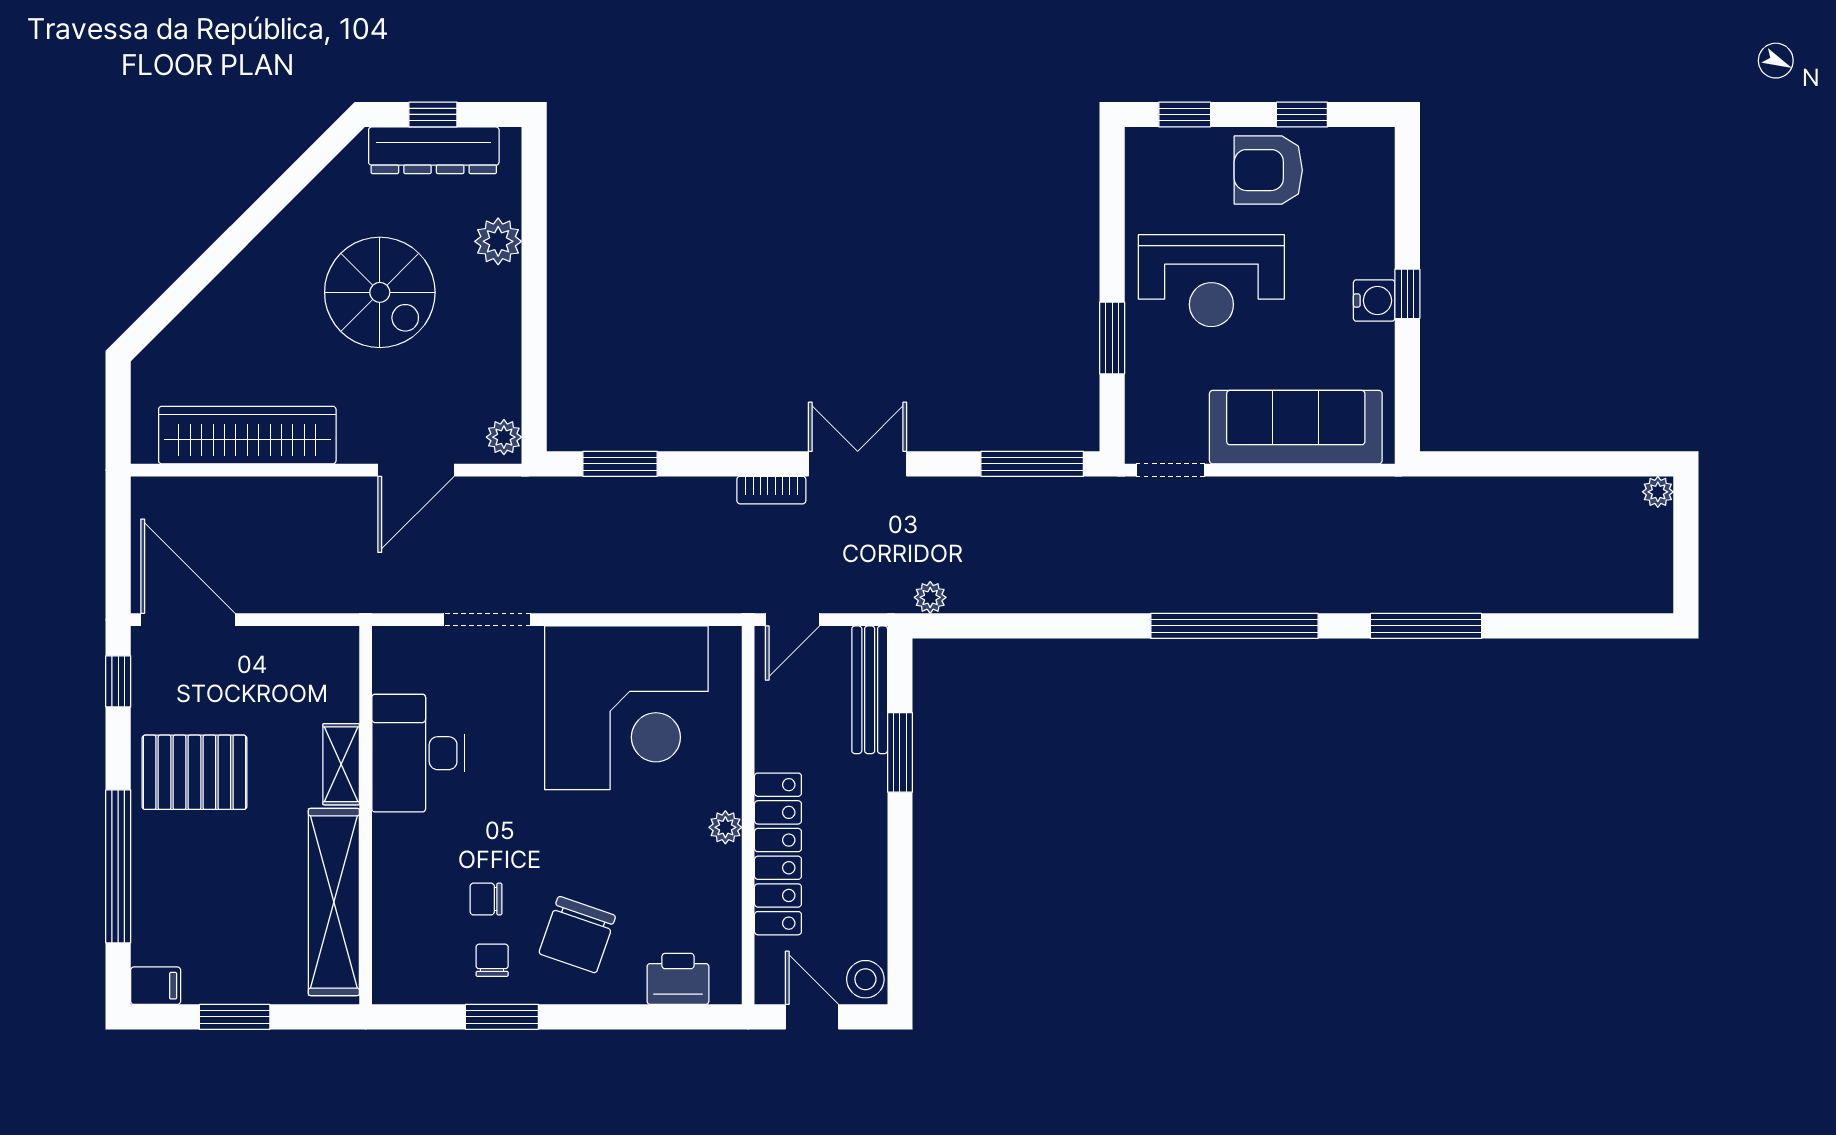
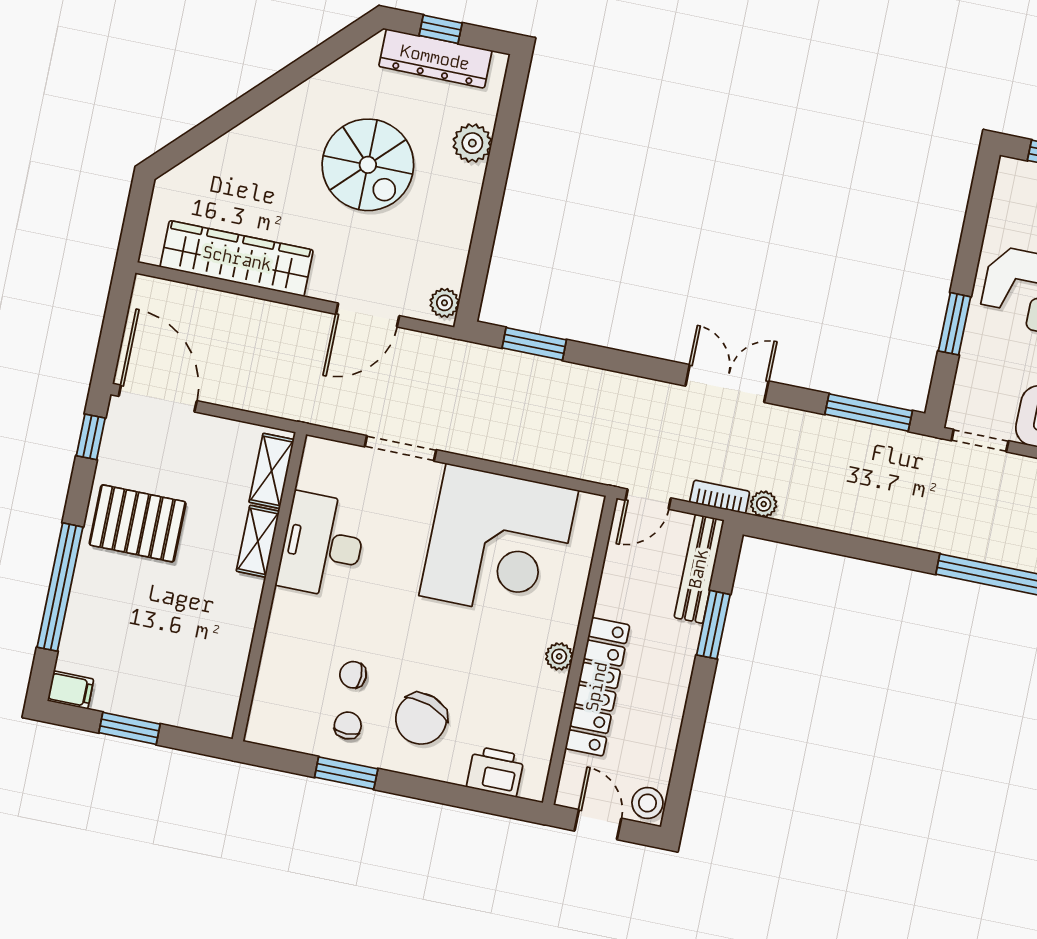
bookcase: (771, 490) -> (720, 497), moved, turned 180
shelving: (334, 902) -> (272, 471), moved, width x0.45, depth x0.75

